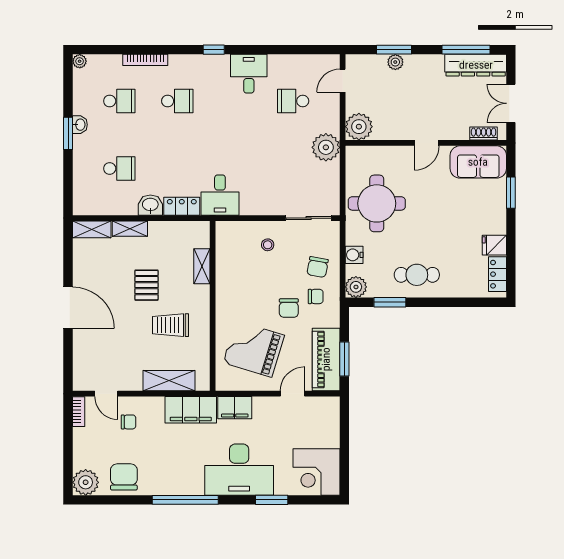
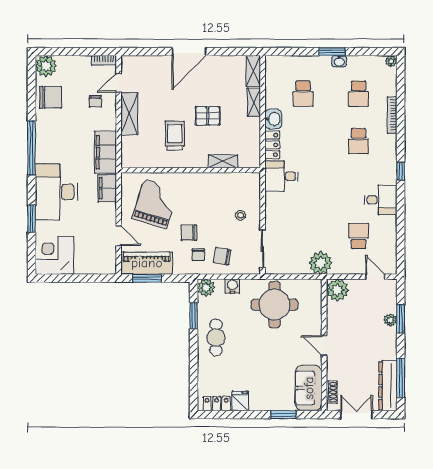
shelving: (169, 381) -> (129, 114), moved

